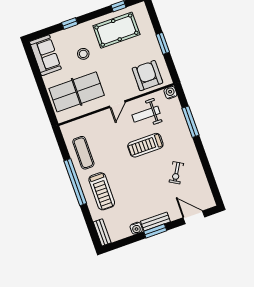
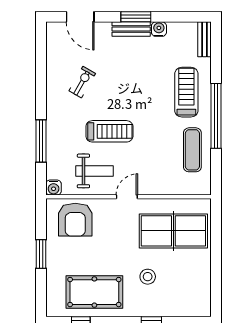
sofa: (45, 55) -> (197, 292), removed

